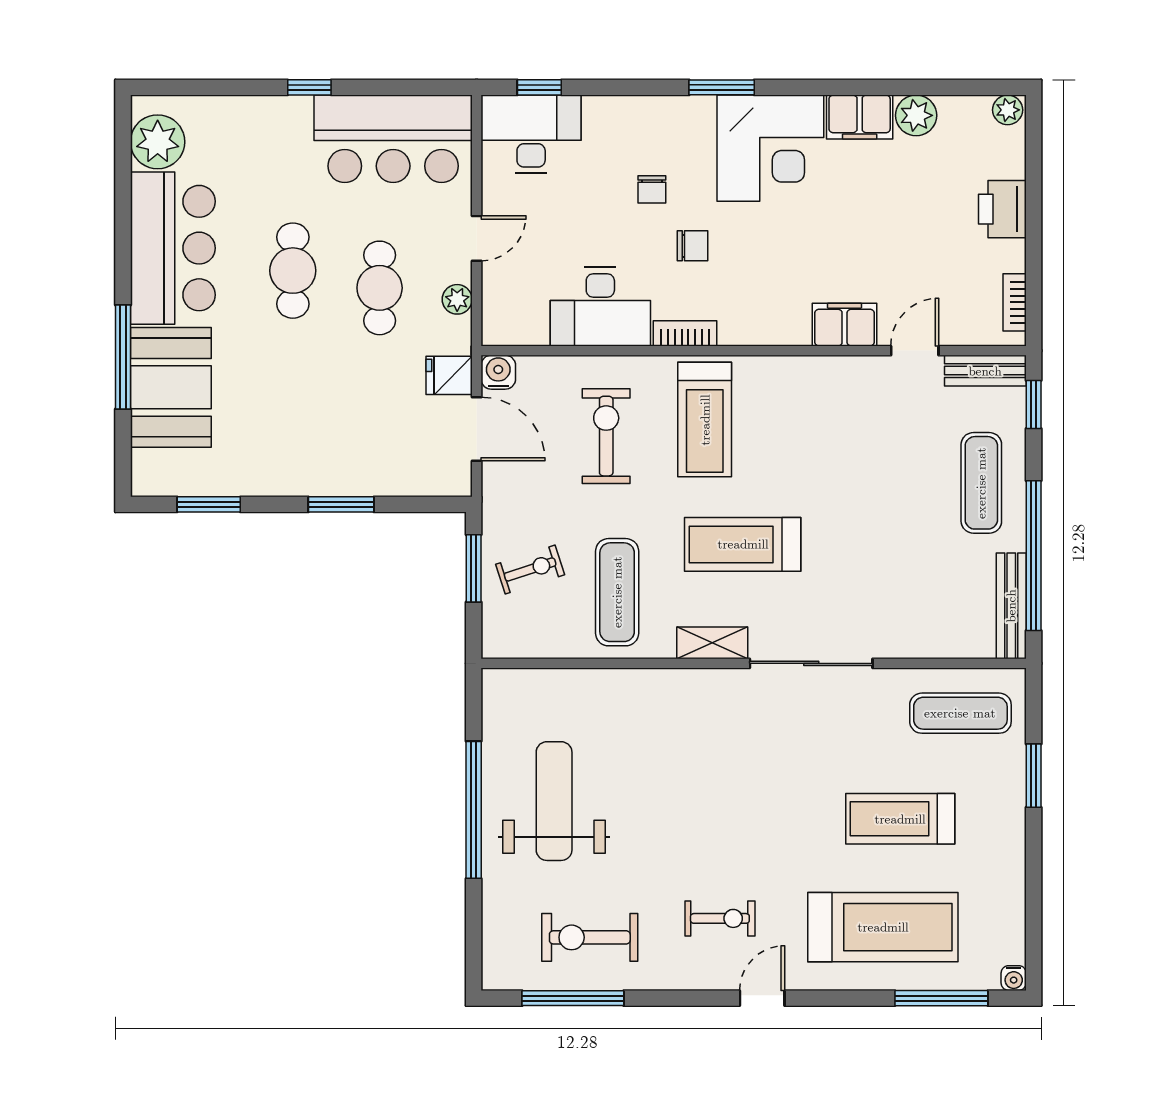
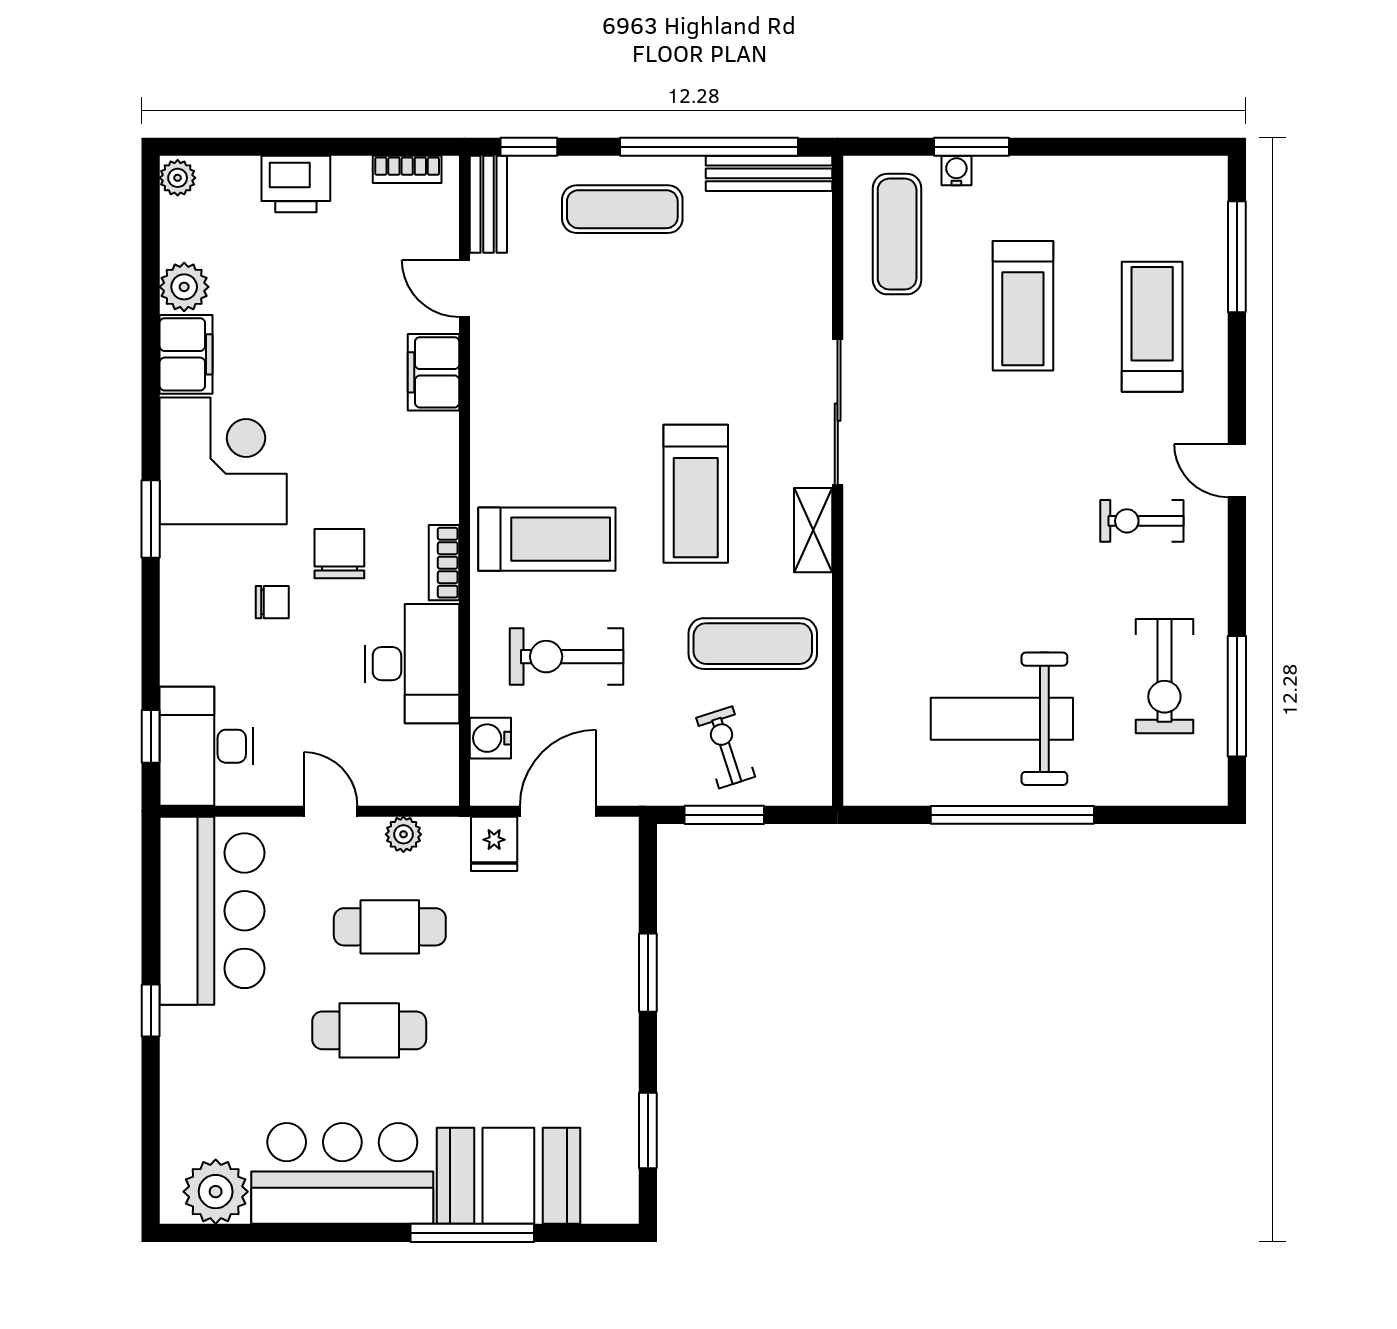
chair: (692, 246) -> (339, 554), width x1.37, depth x1.37
water cooler: (498, 372) -> (490, 738), moved
exercise bike: (720, 918) -> (1142, 521), turned -90
treadmill: (883, 927) -> (1152, 327), width x0.73, depth x0.73
water cooler: (1014, 978) -> (956, 171), moved, turned -90

